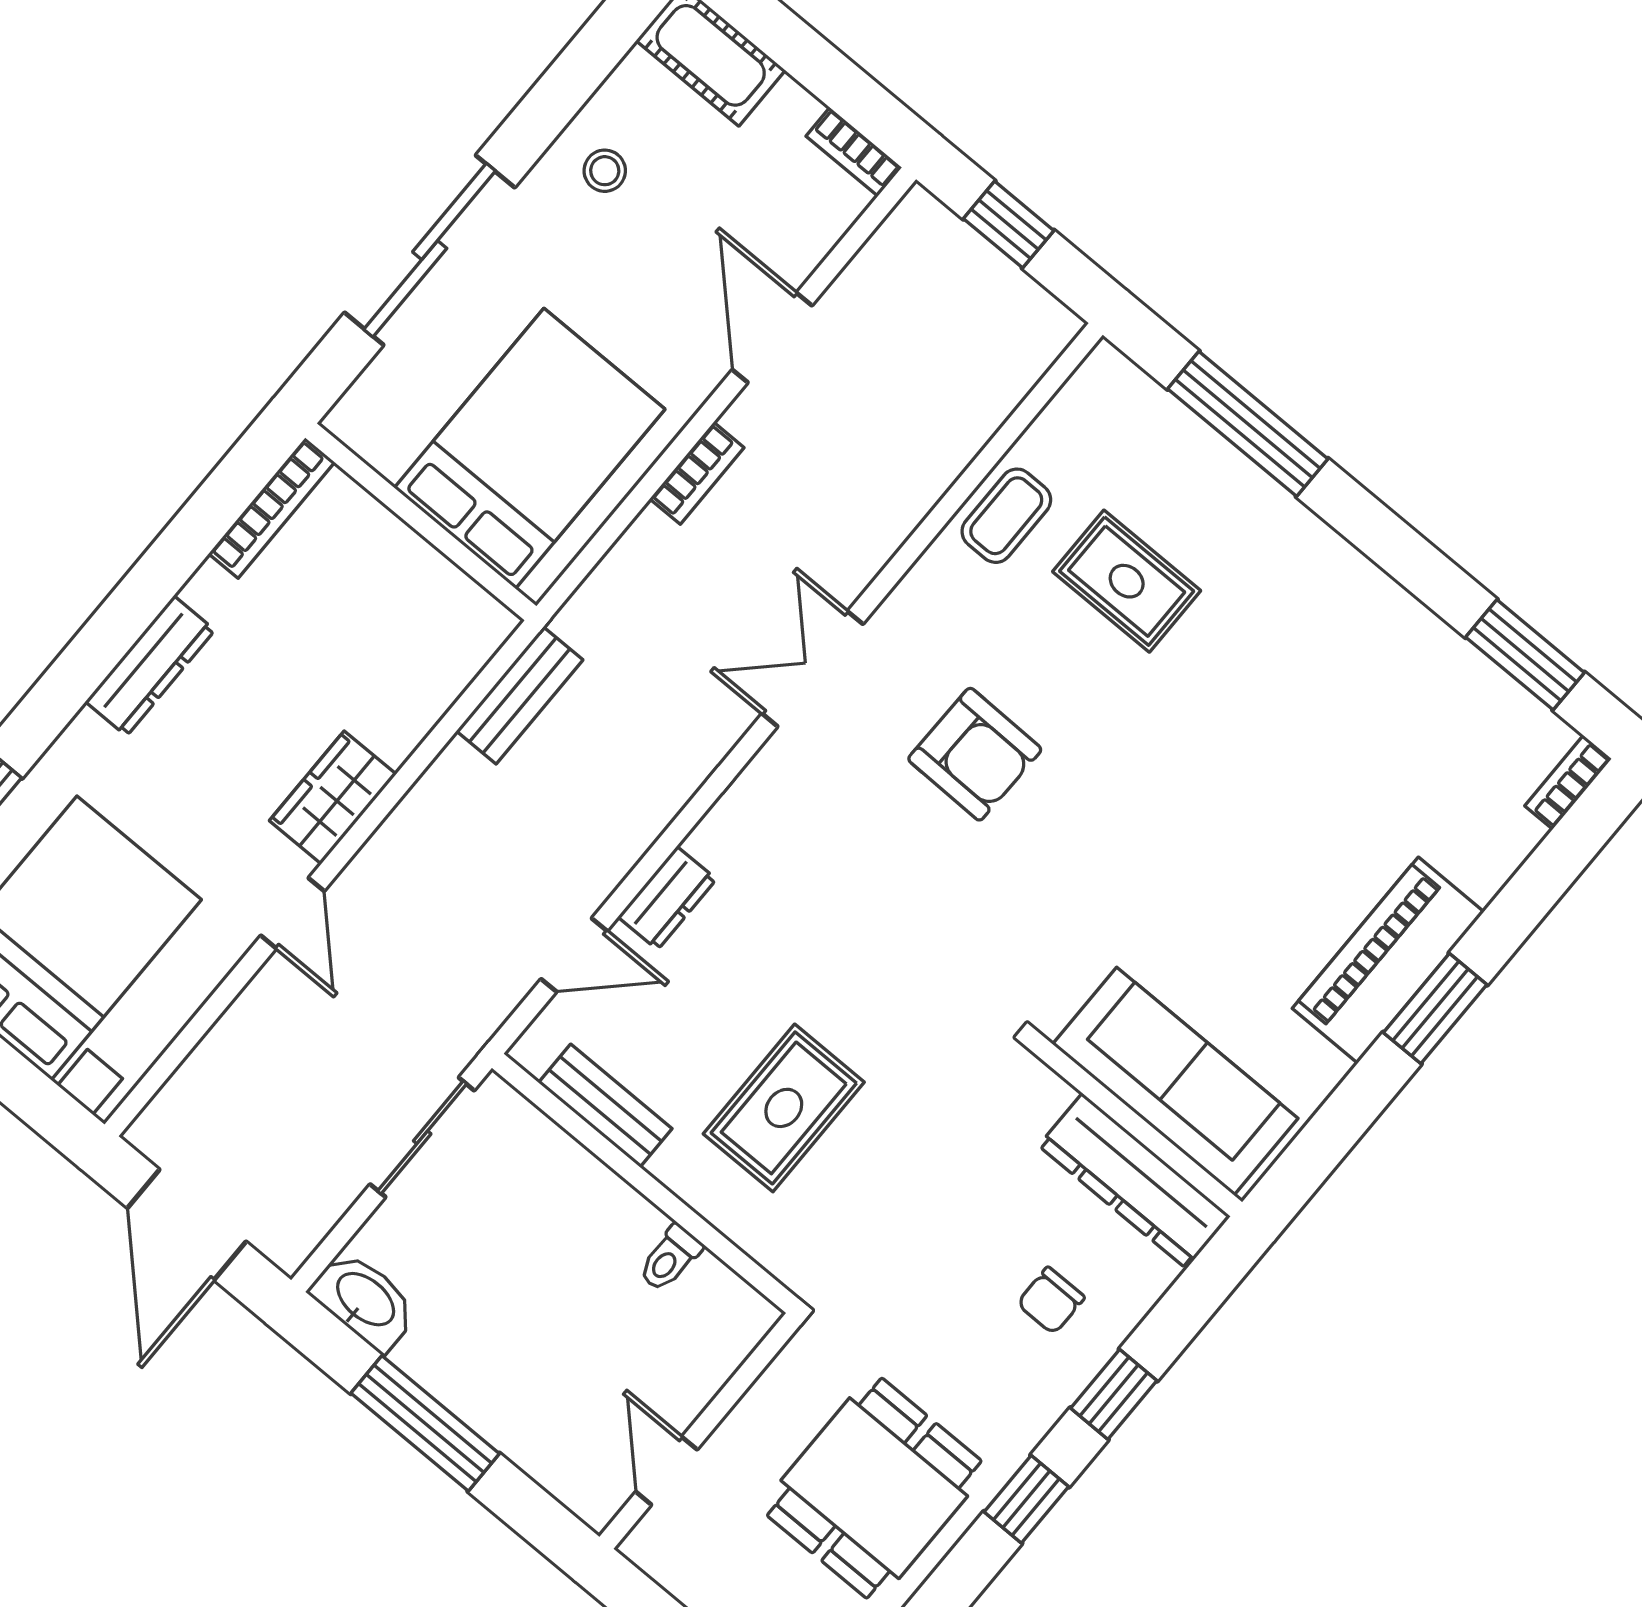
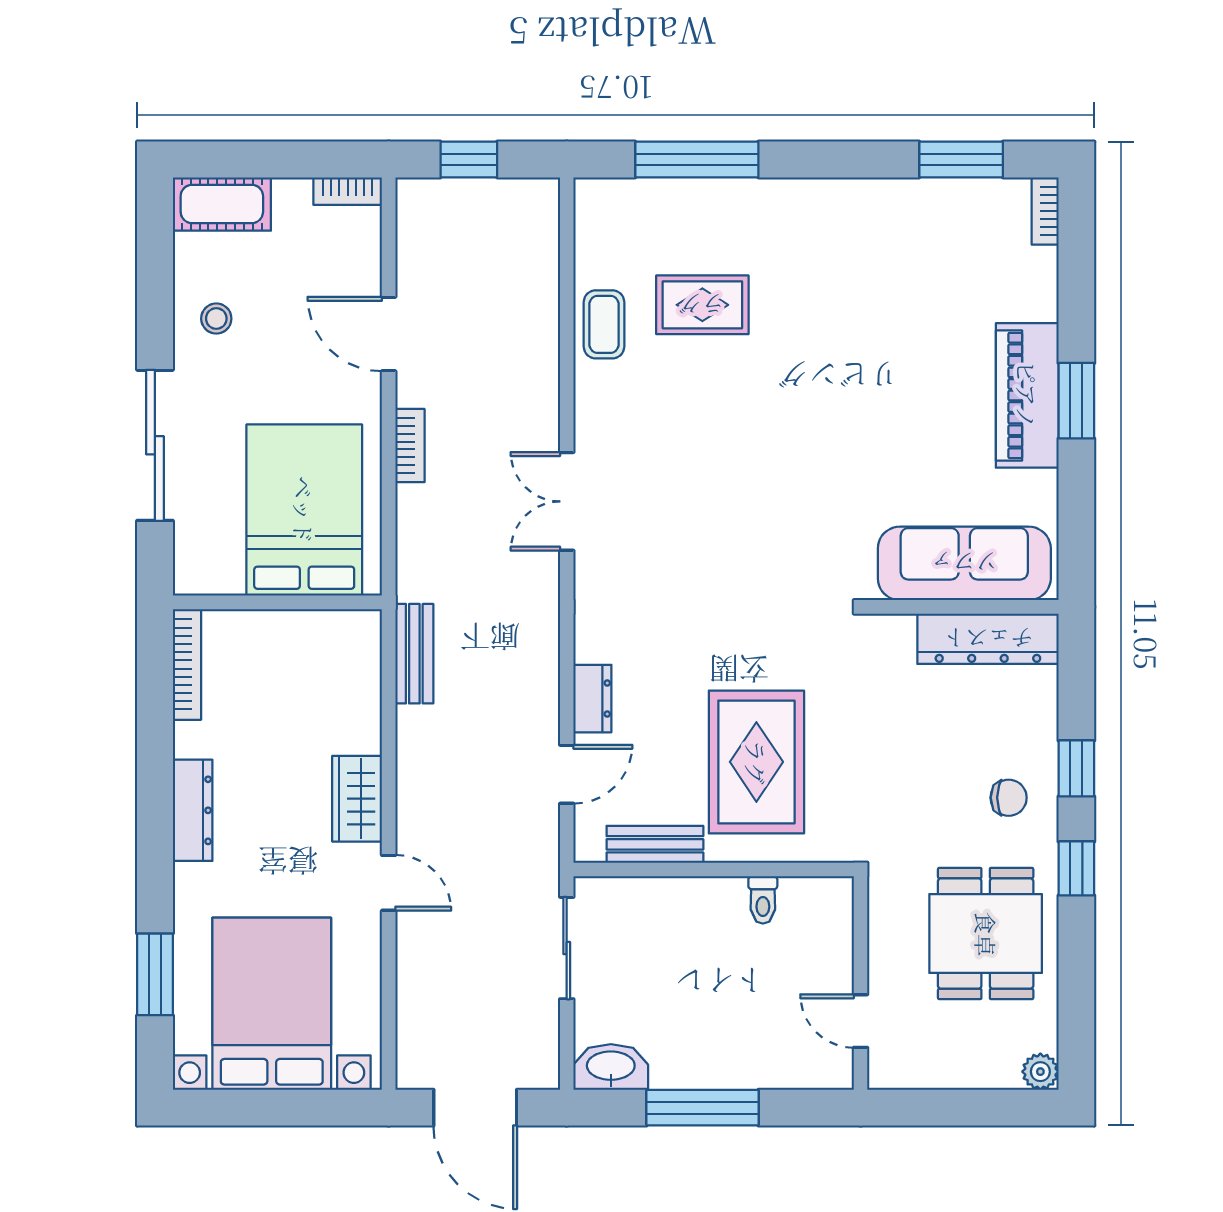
armchair: (975, 754) -> (698, 473), removed
rug: (784, 1108) -> (756, 762), width x1.36, depth x1.43
chair: (1051, 1301) -> (1009, 798), moved, turned -90

